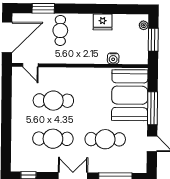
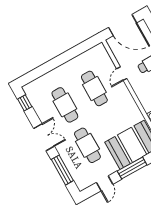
door: (30, 65) -> (122, 74), moved

